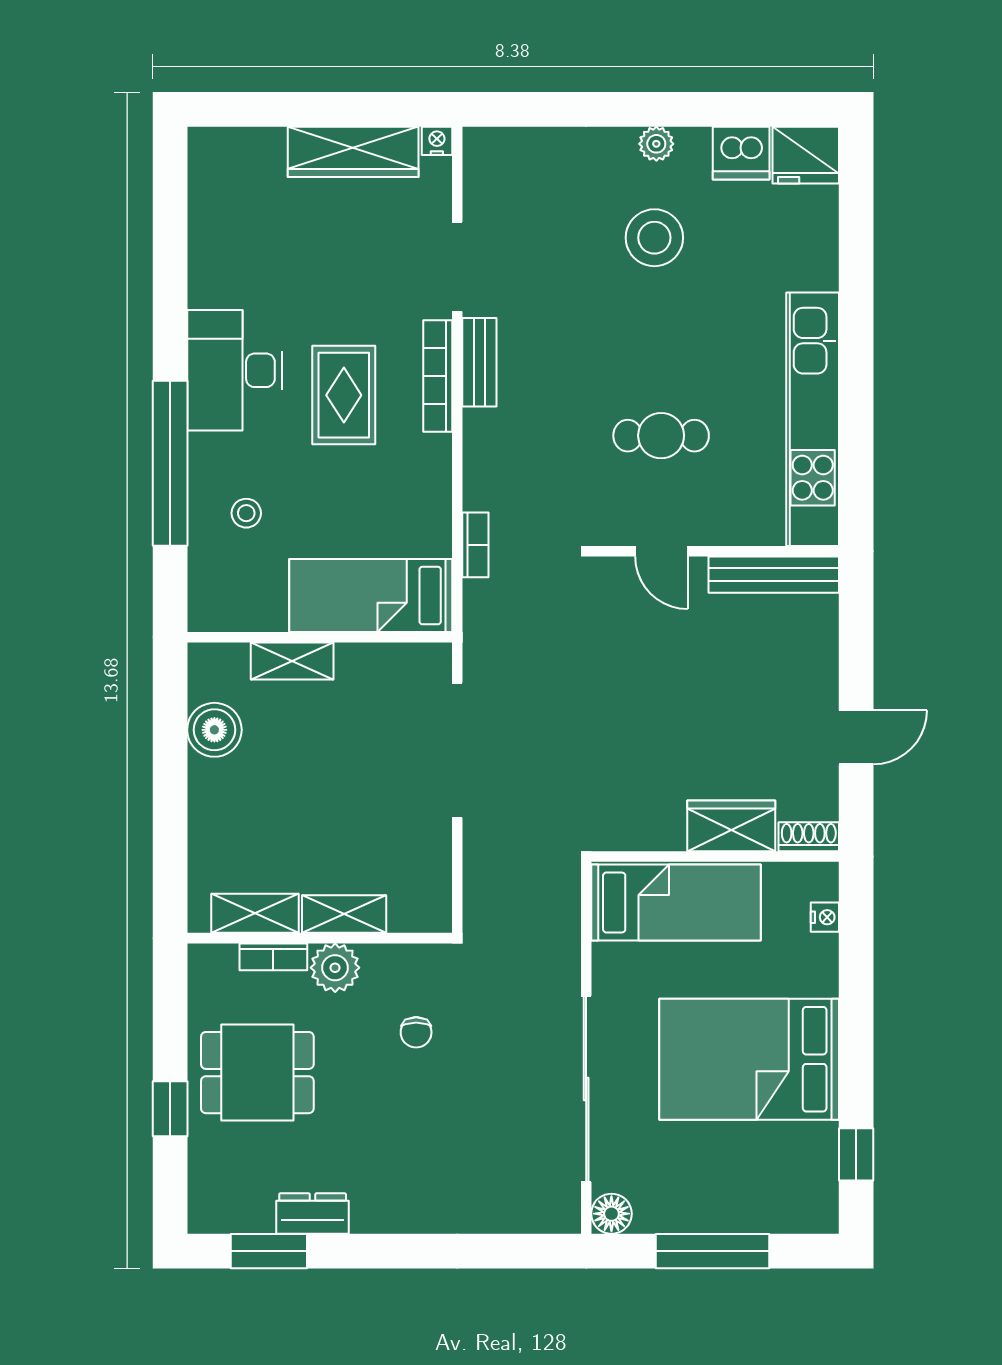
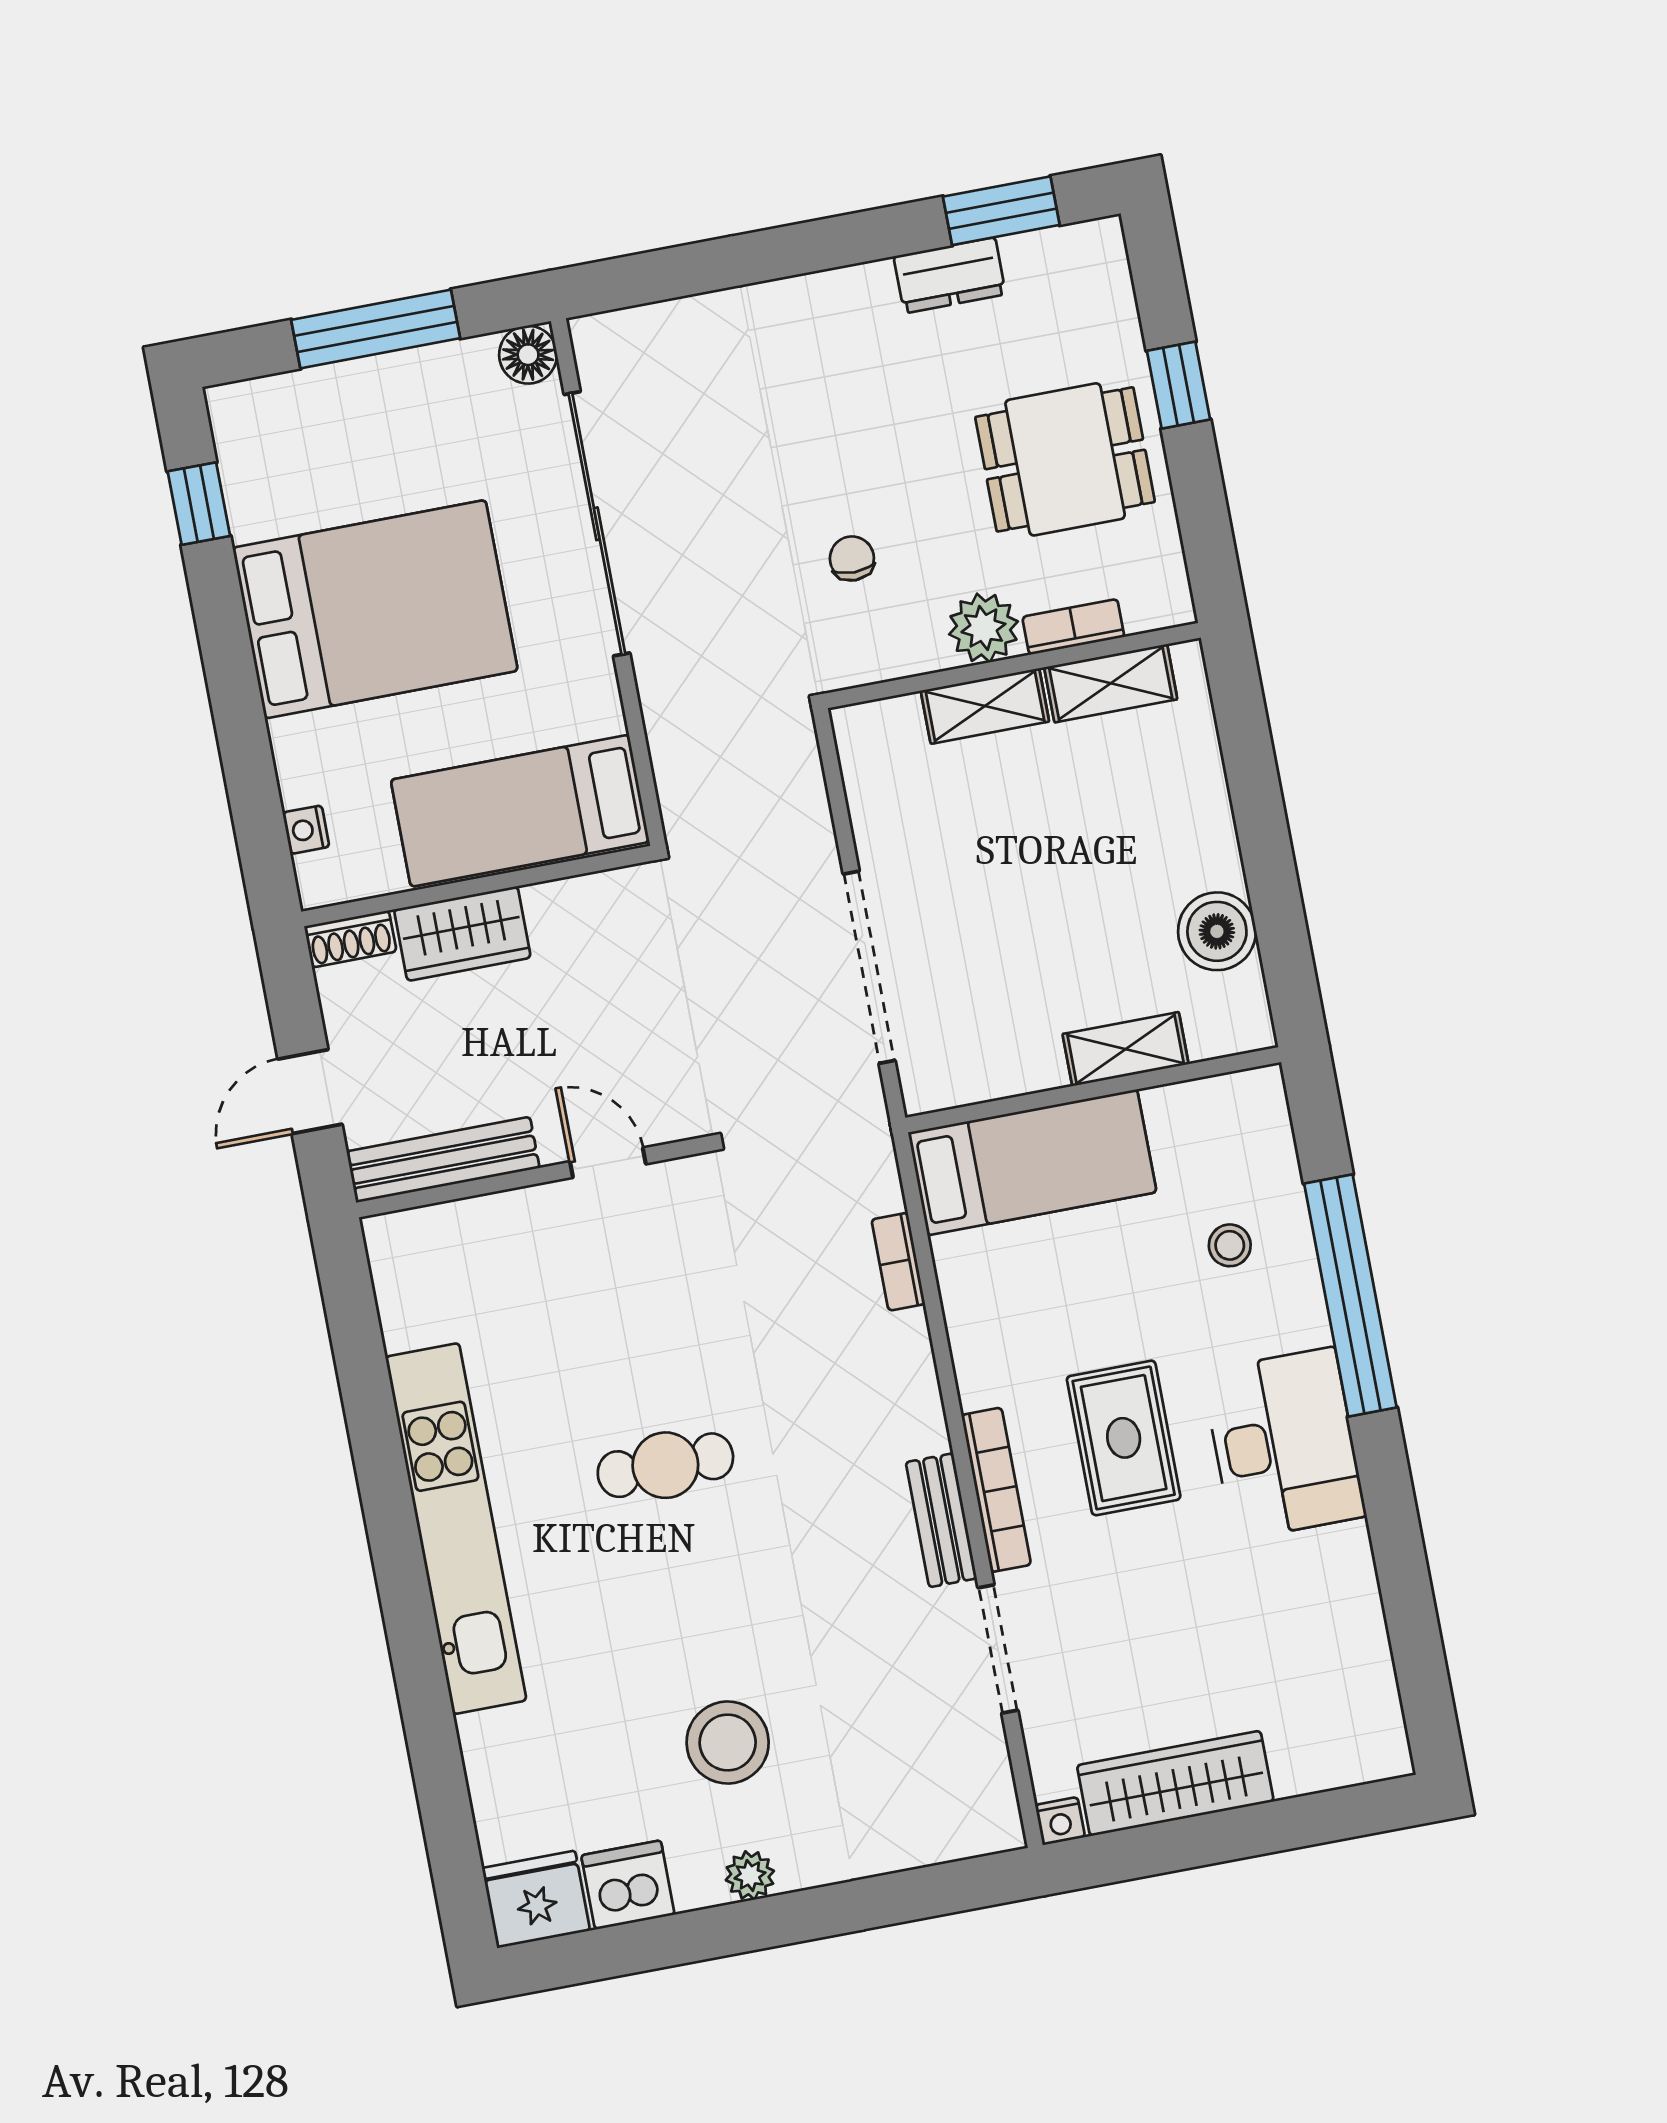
door: (661, 551) -> (608, 1163), moved
wall: (715, 551) -> (532, 1177), moved
bench: (774, 575) -> (443, 1160), moved

